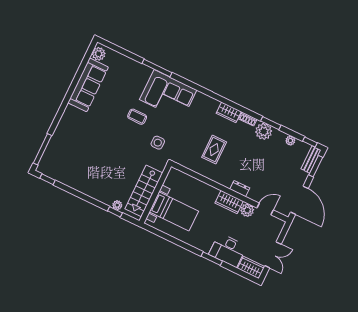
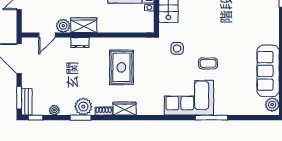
rug: (214, 150) -> (121, 67), width x1.36, depth x1.43

